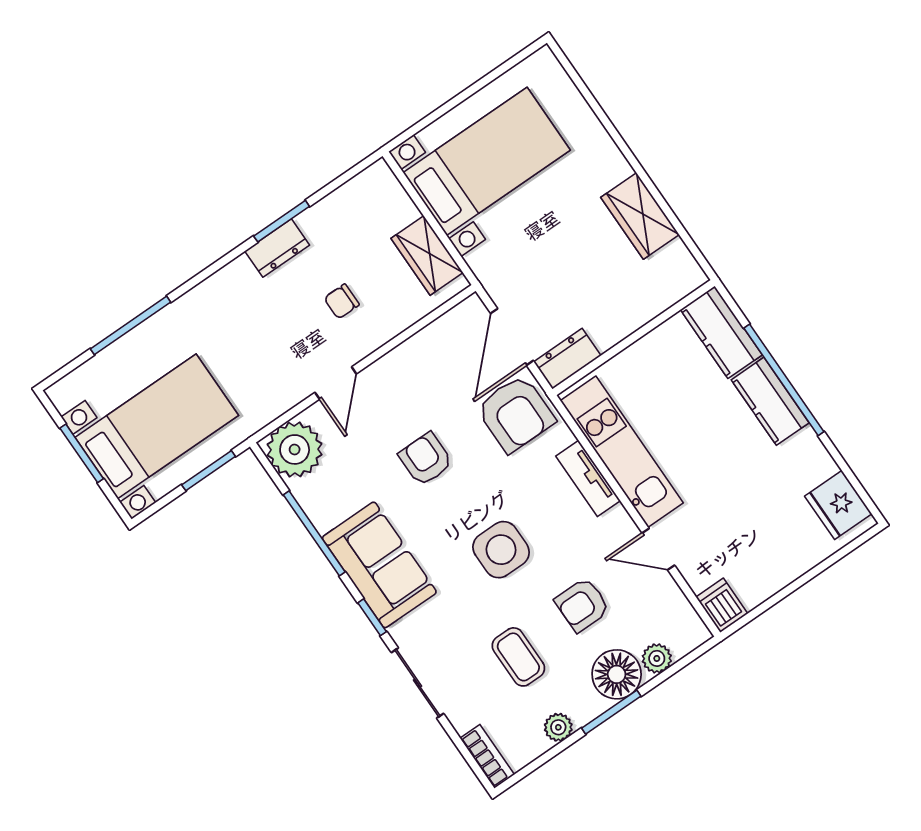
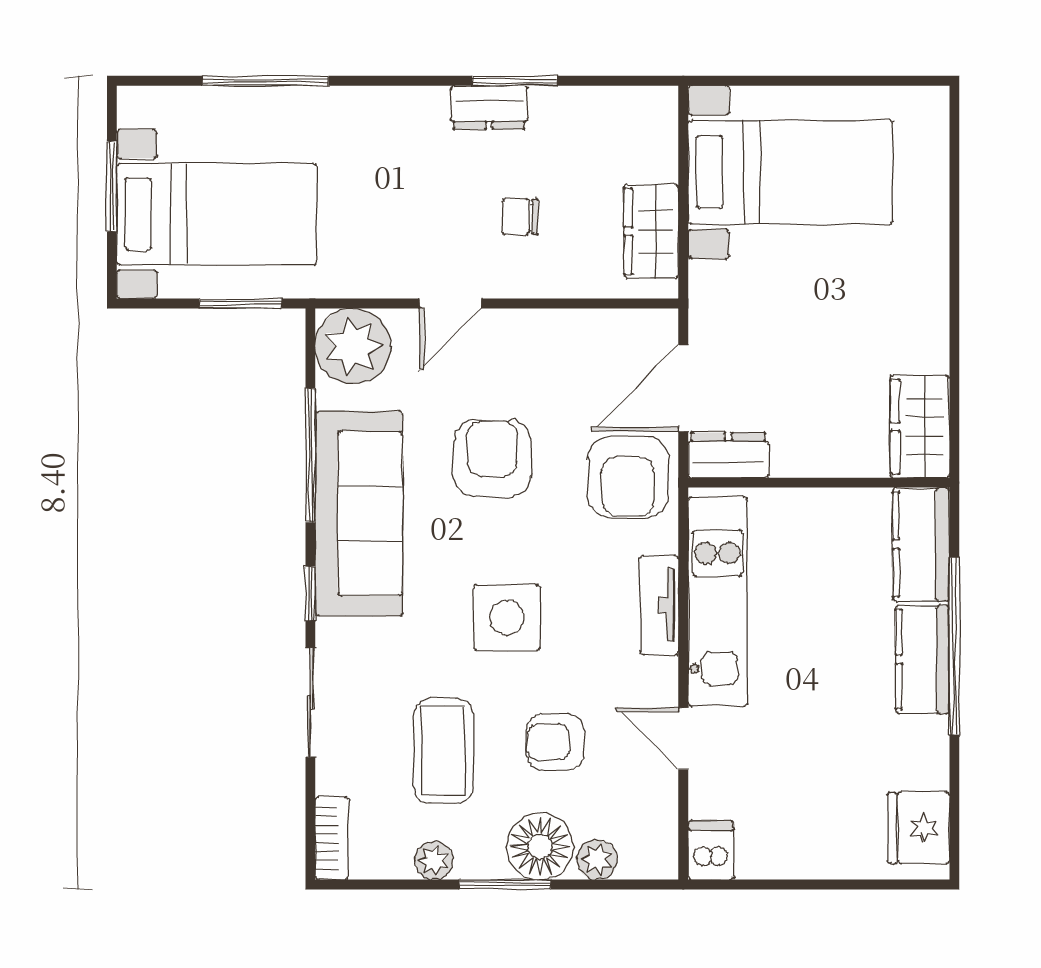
wardrobe: (640, 216) -> (920, 427), moved
armchair: (426, 459) -> (492, 458), width x1.38, depth x1.38
sofa: (379, 565) -> (359, 514), width x1.36
coffee table: (518, 657) -> (443, 751), width x1.36, depth x1.30

